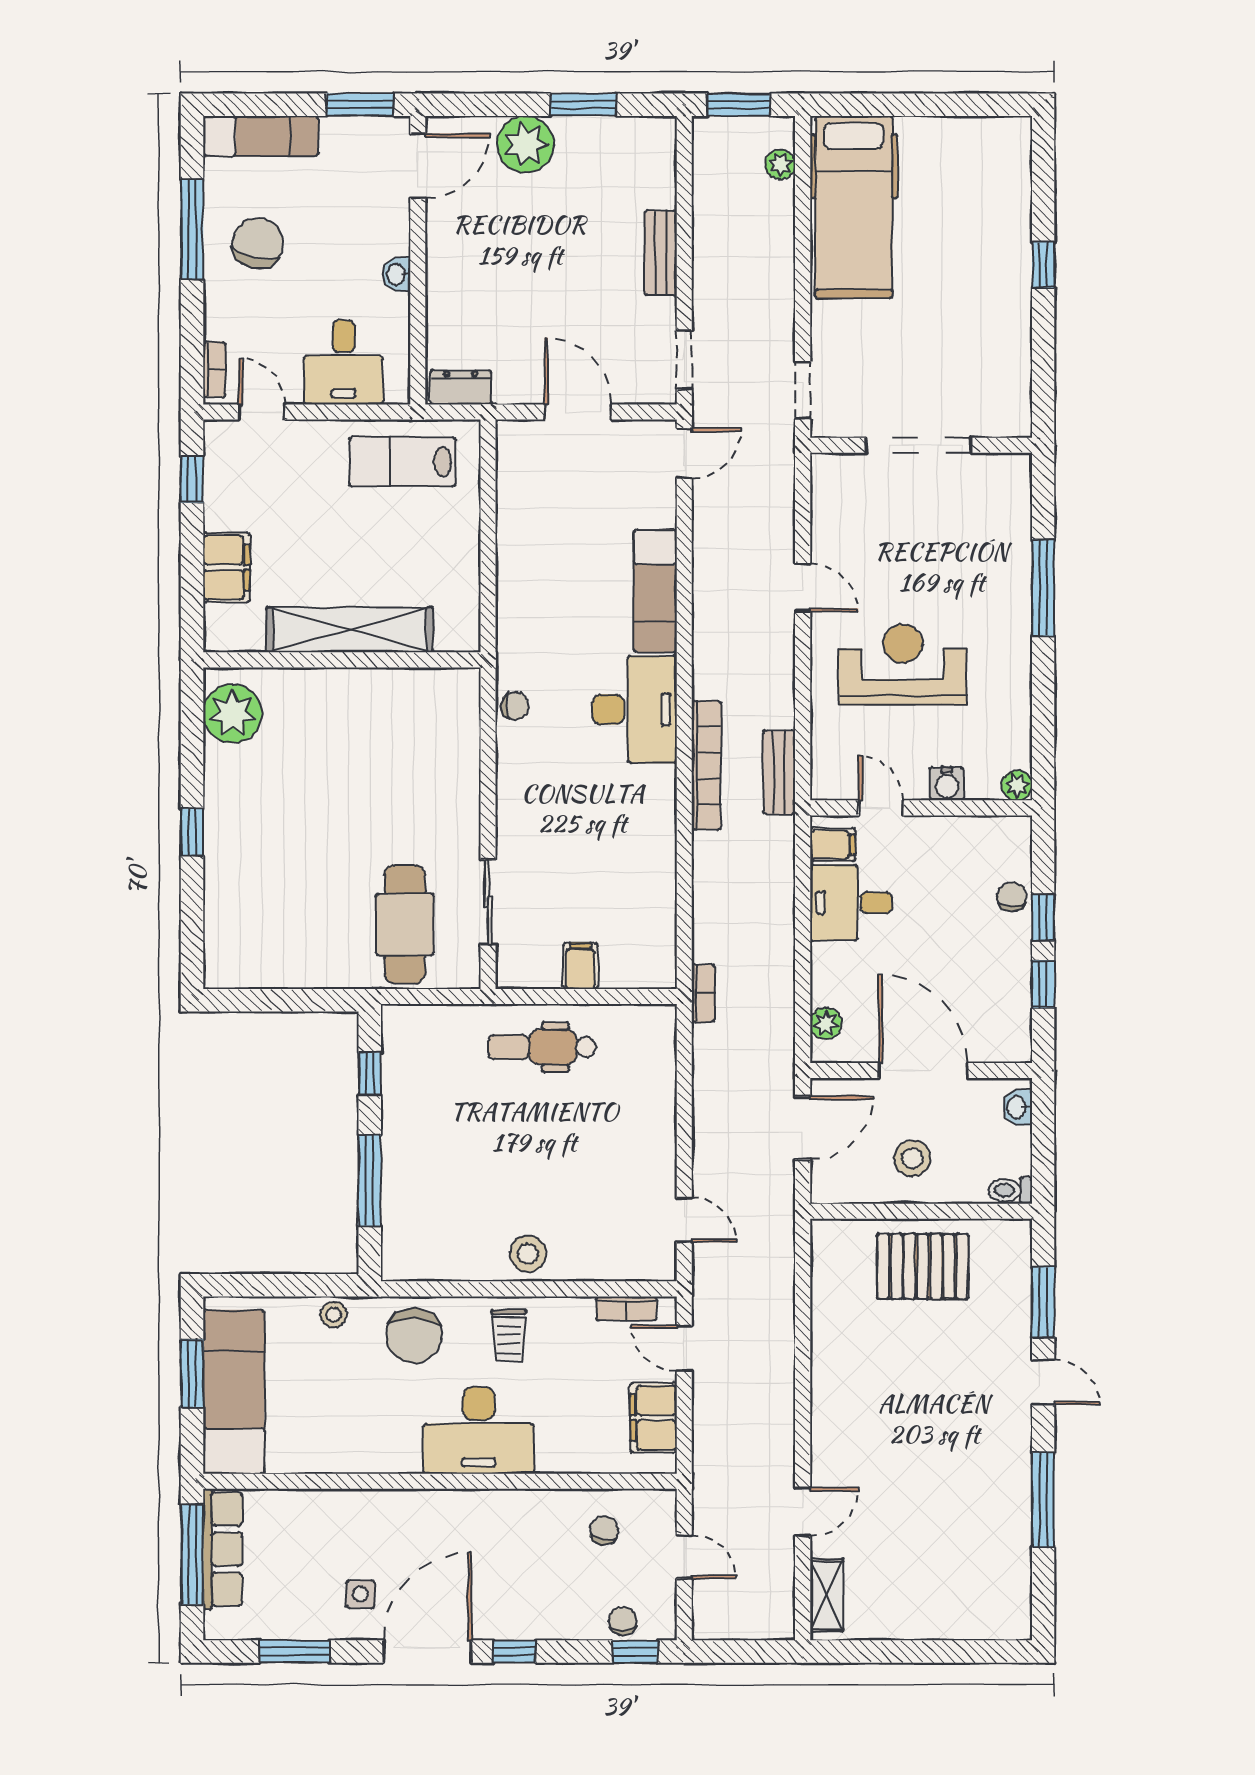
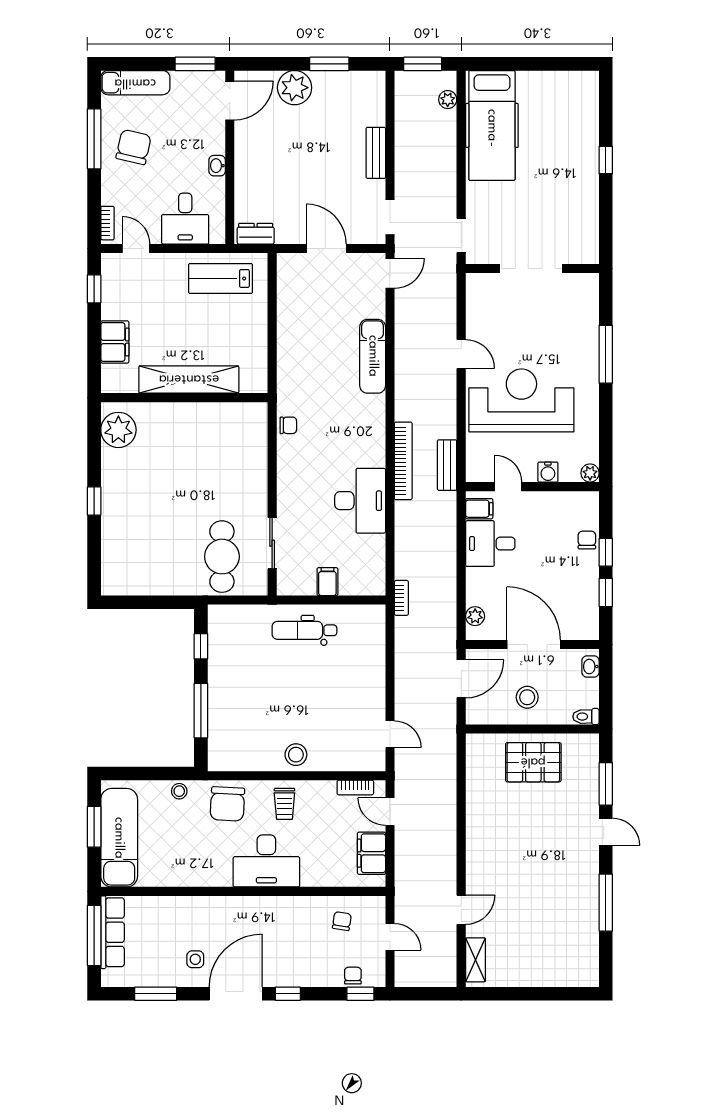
reception desk: (903, 665) -> (521, 400), width x1.36, depth x1.30
desk: (635, 709) -> (360, 501), moved

